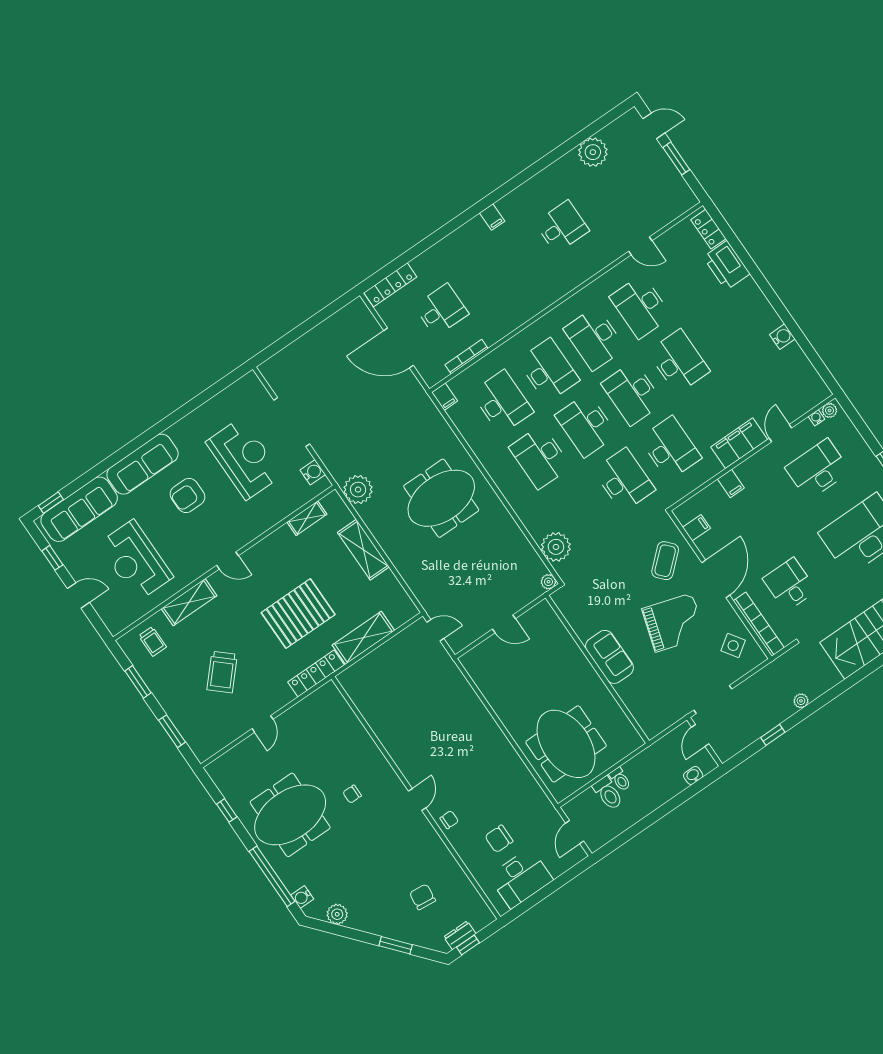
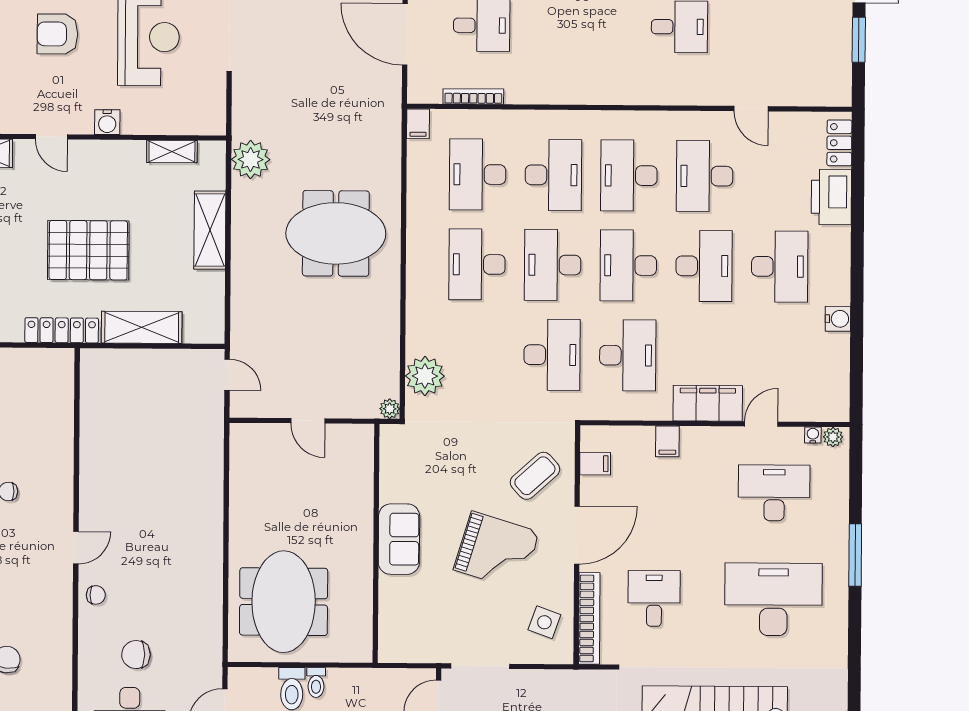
desk: (725, 330) -> (780, 266), added
desk: (502, 402) -> (478, 174), turned 180
water cooler: (313, 472) -> (107, 122), moved, turned 90
side table: (733, 646) -> (544, 622), turned -36

